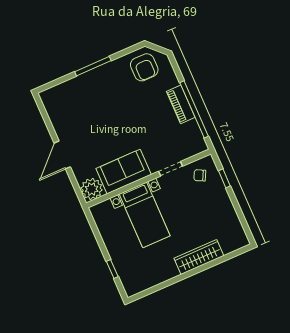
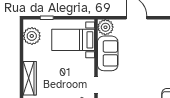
bed with nightstands: (145, 215) -> (73, 40), moved
plant: (144, 278) -> (32, 36), added

